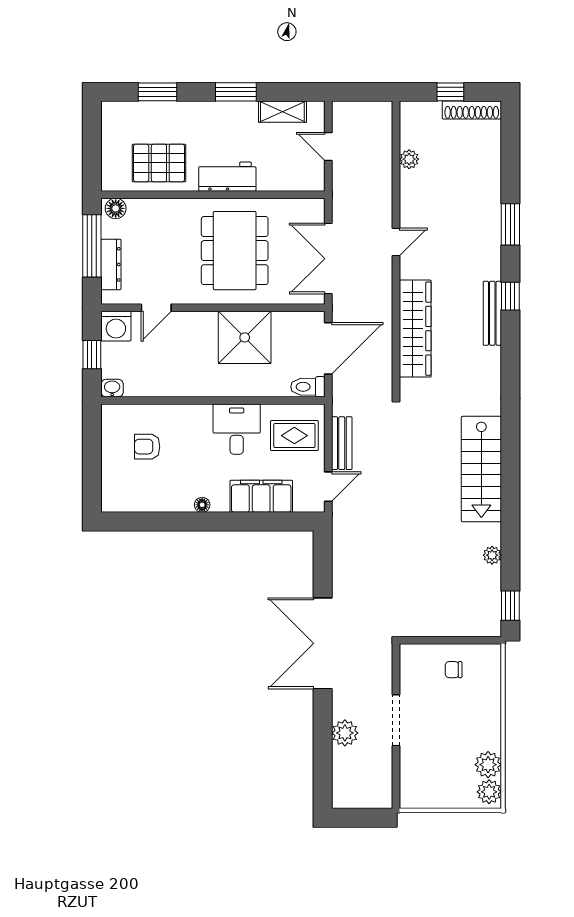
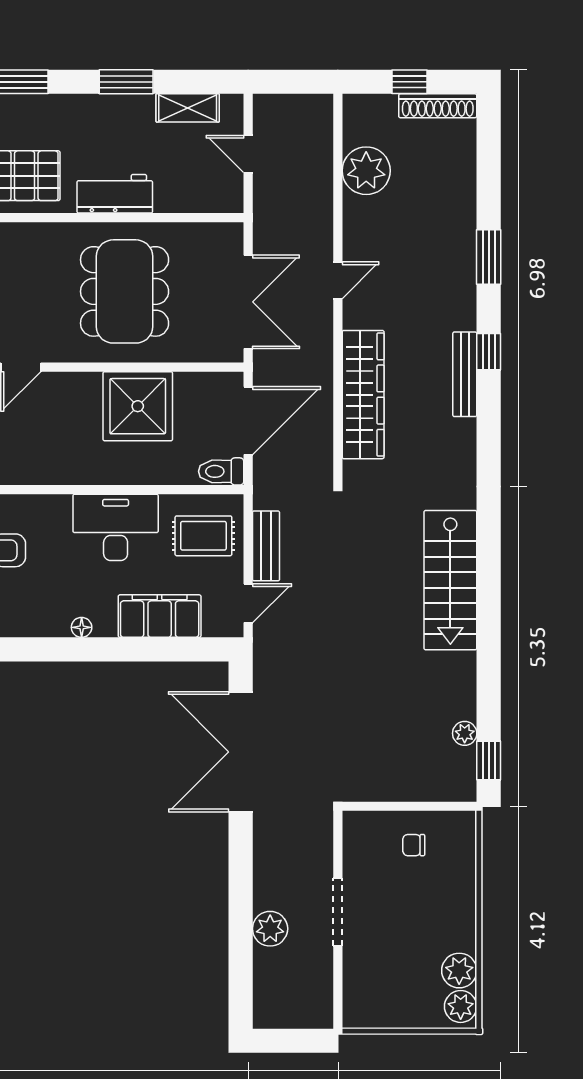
plant: (409, 159) -> (366, 171), width x1.88, depth x1.88
double door: (328, 259) -> (248, 302), swing flipped
desk: (237, 429) -> (116, 527), width x1.37
plant: (492, 555) -> (465, 733), moved
double door: (323, 643) -> (241, 752), moved

